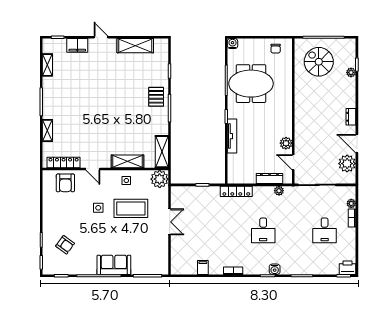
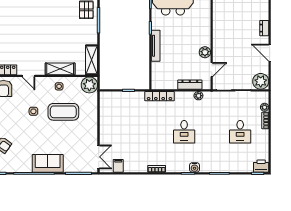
door: (293, 162) -> (212, 70), swing flipped
plant: (347, 164) -> (261, 81), moved
double door: (170, 222) -> (99, 157), moved
filing cabinet: (203, 268) -> (118, 166), moved

